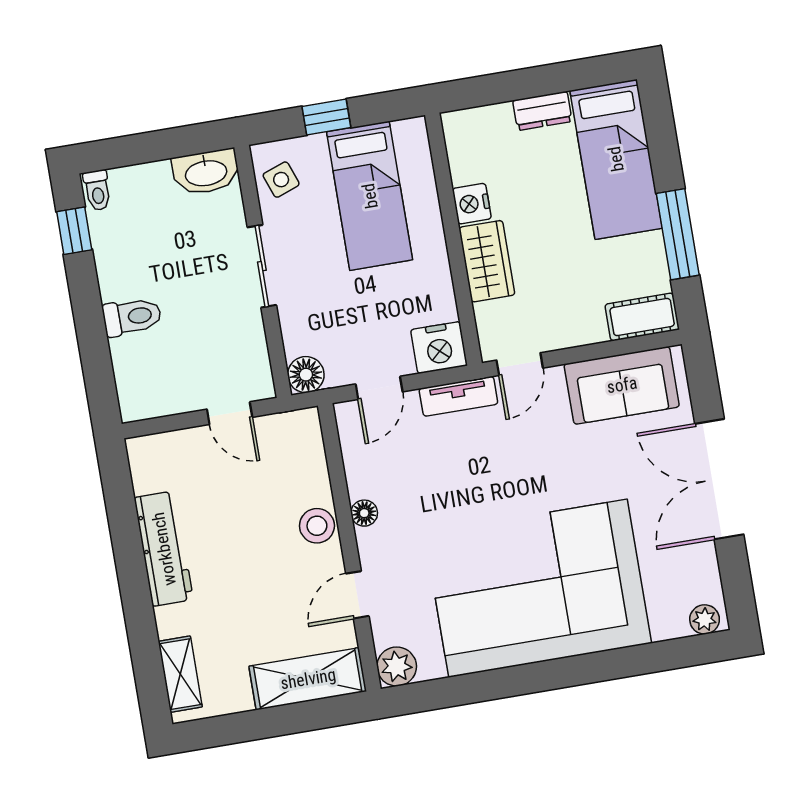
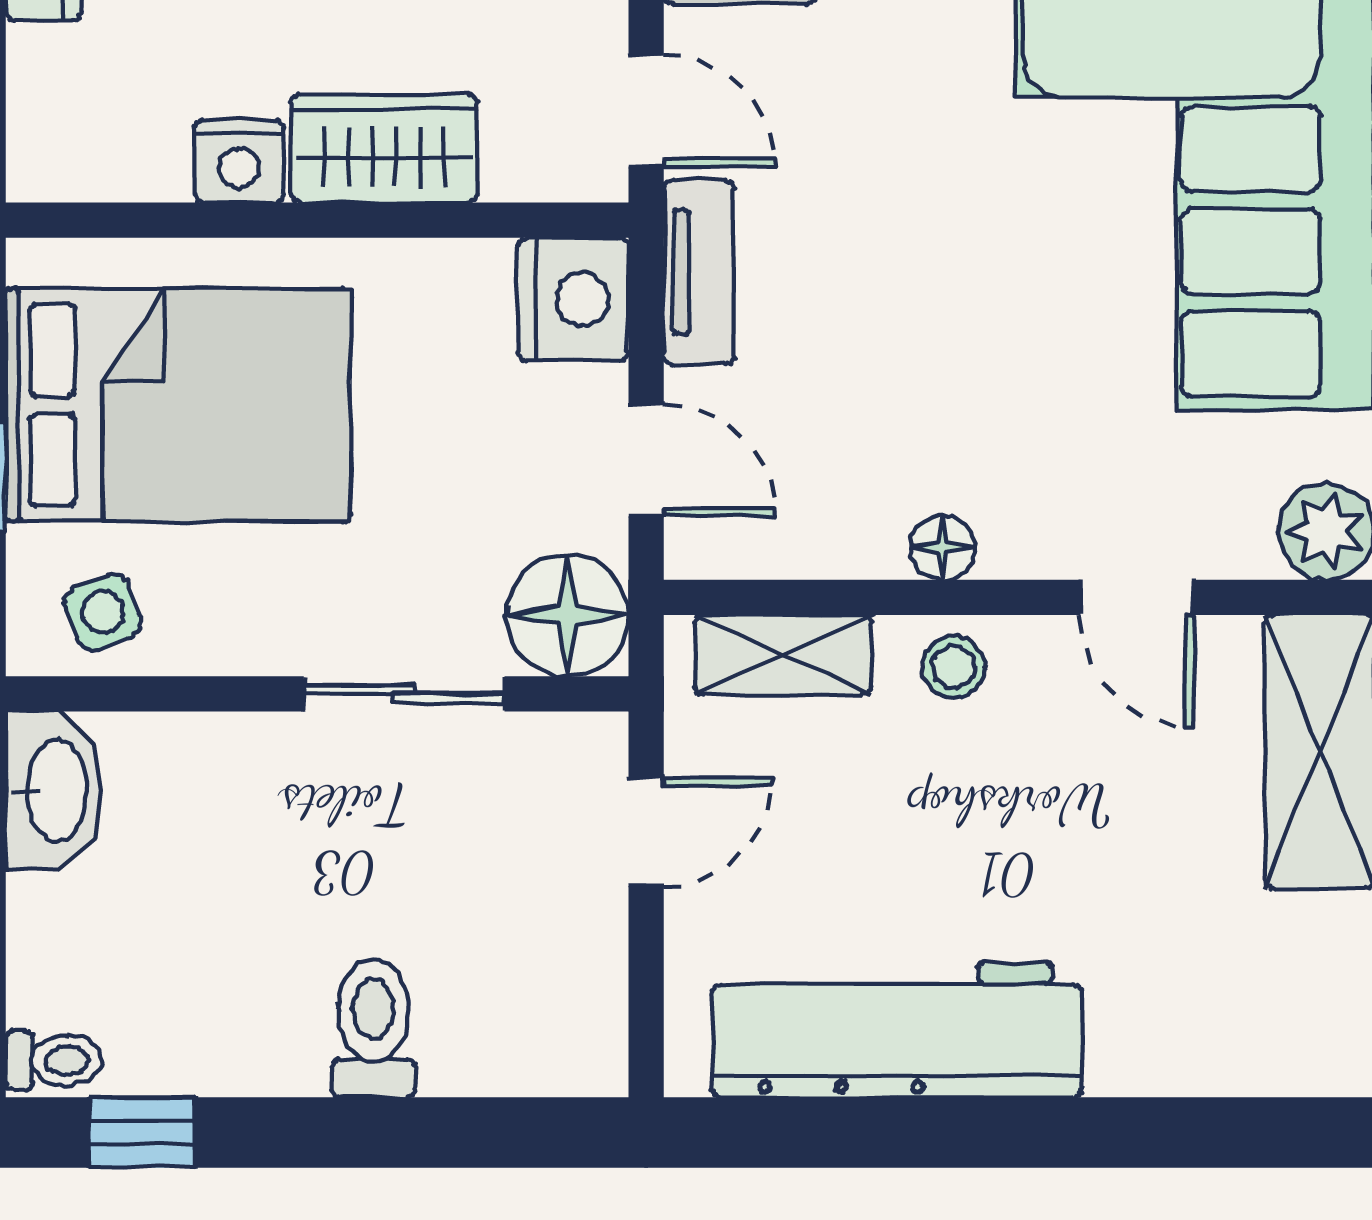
bed: (370, 196) -> (178, 405), width x1.50
sliding door: (262, 266) -> (404, 694), moved
floor lamp: (306, 375) -> (568, 615), width x1.38, depth x1.38
stool: (317, 526) -> (954, 667), width x0.73, depth x0.73
workbench: (164, 549) -> (897, 1030), width x1.36, depth x1.32
shelving: (180, 674) -> (783, 655), moved

